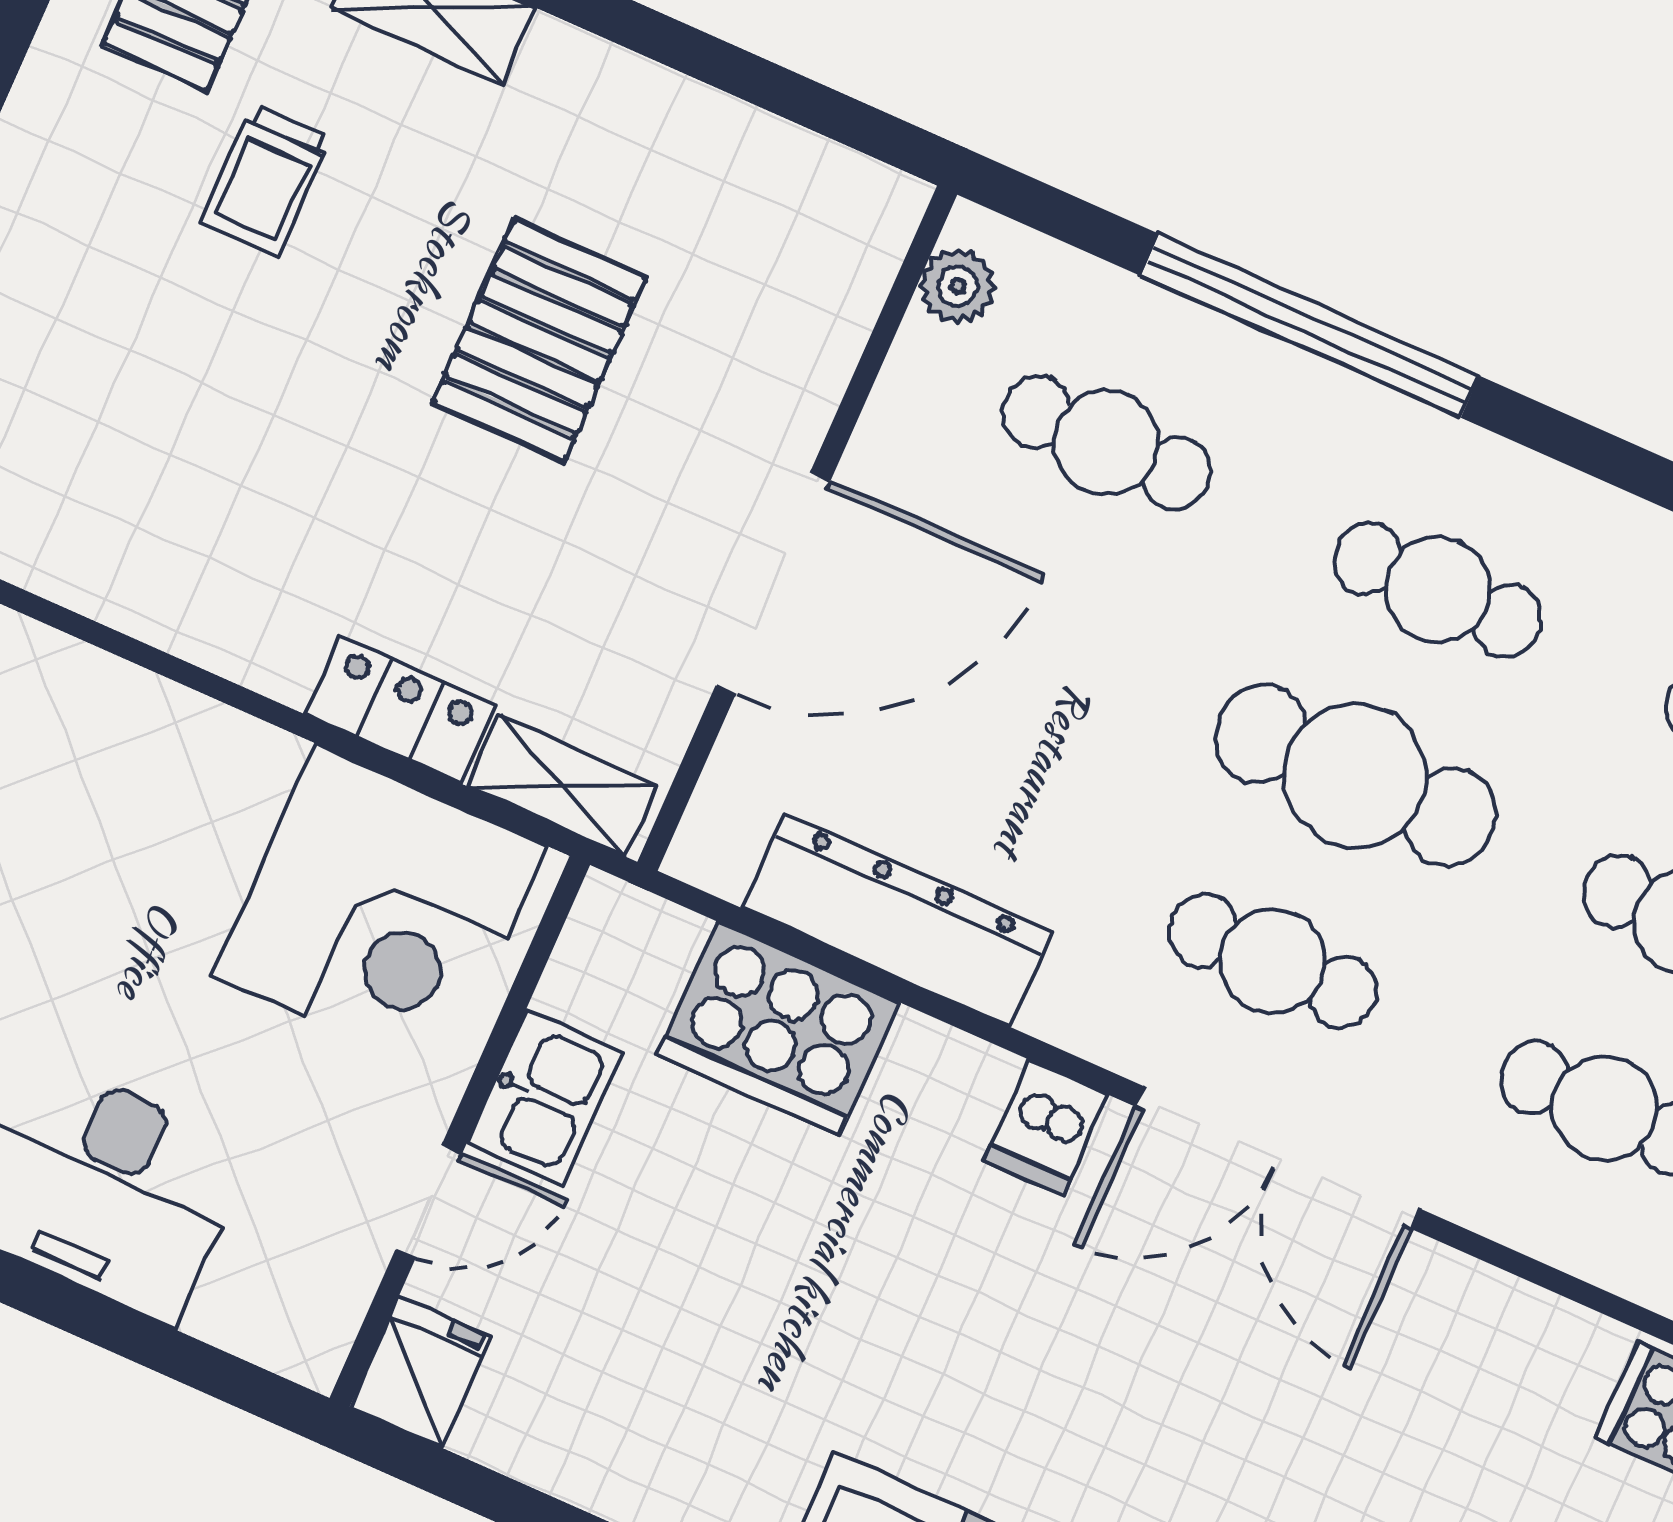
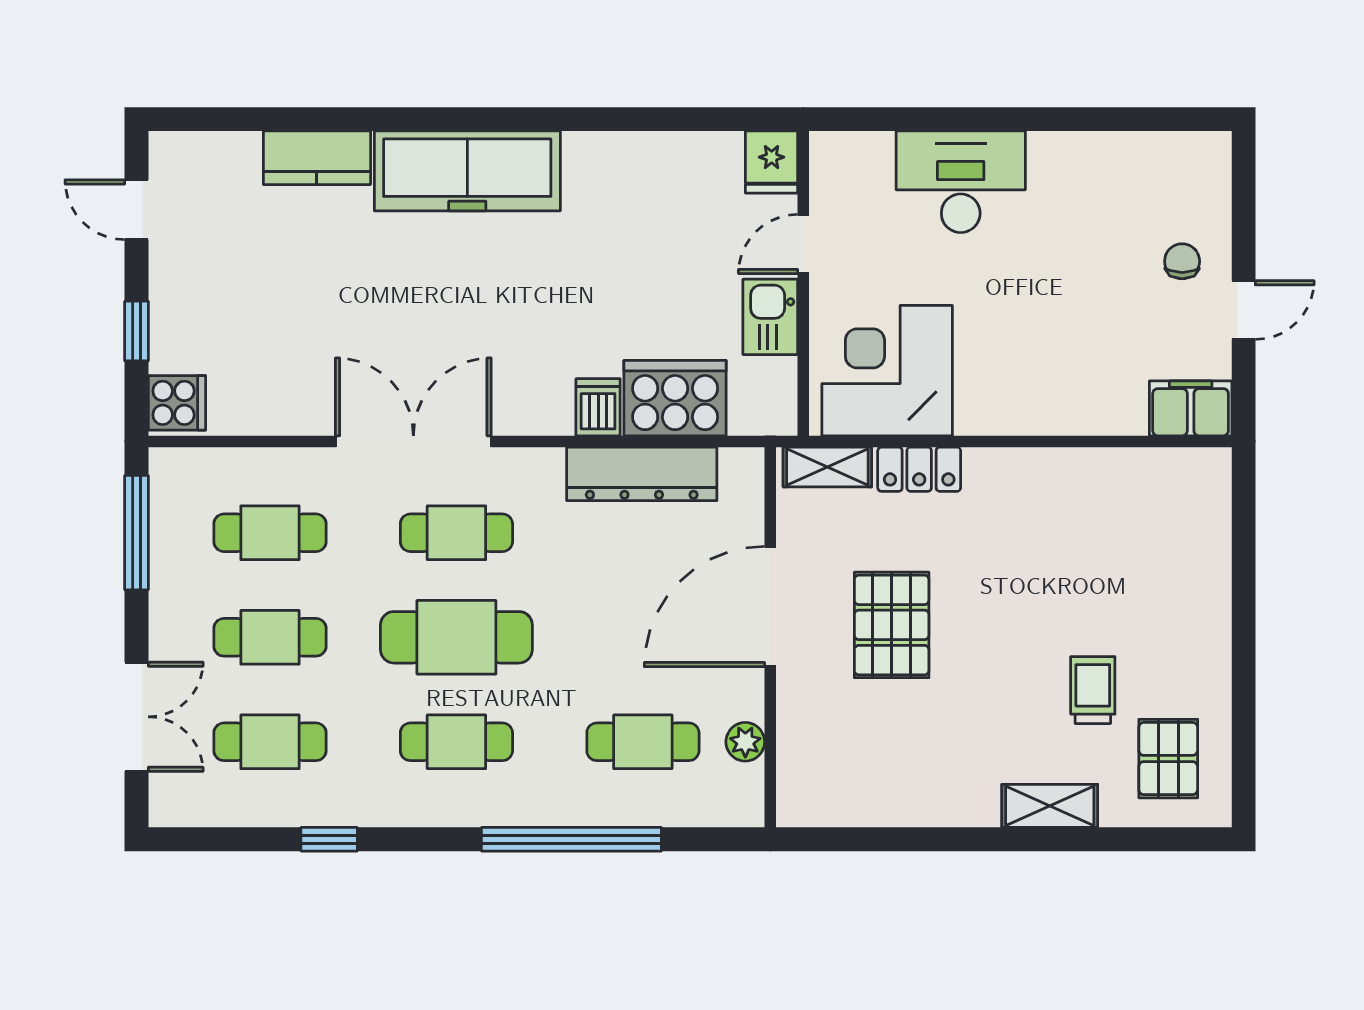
plant: (958, 286) -> (745, 742), moved
pallet: (539, 340) -> (892, 625), moved
dishwasher: (1046, 1128) -> (598, 407), moved

